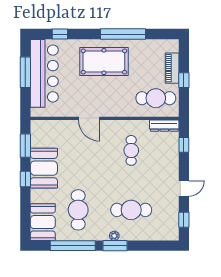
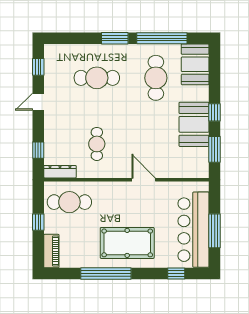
piano: (172, 68) -> (51, 251), moved
plant: (114, 236) -> (116, 49), removed

